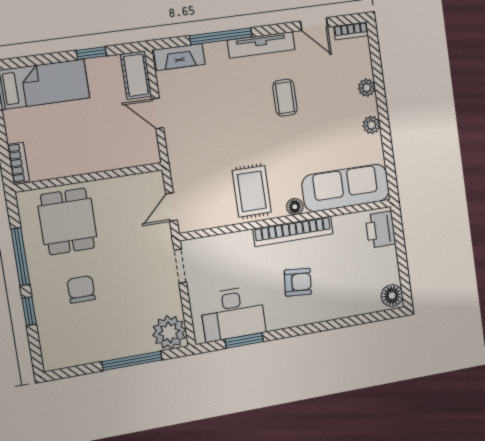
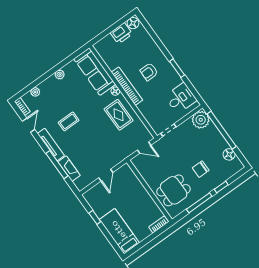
fireplace: (179, 57) -> (69, 169), moved
cot: (136, 75) -> (94, 193), removed
plant: (367, 88) -> (35, 92), moved
rug: (252, 191) -> (119, 115), turned 90
printer: (380, 230) -> (121, 33), moved
armchair: (298, 282) -> (149, 72), turned -95
desk: (233, 314) -> (181, 98), width x0.73
window: (244, 340) -> (177, 68), moved
floor lamp: (82, 354) -> (229, 154), added
window: (132, 361) -> (222, 130), width x1.46

